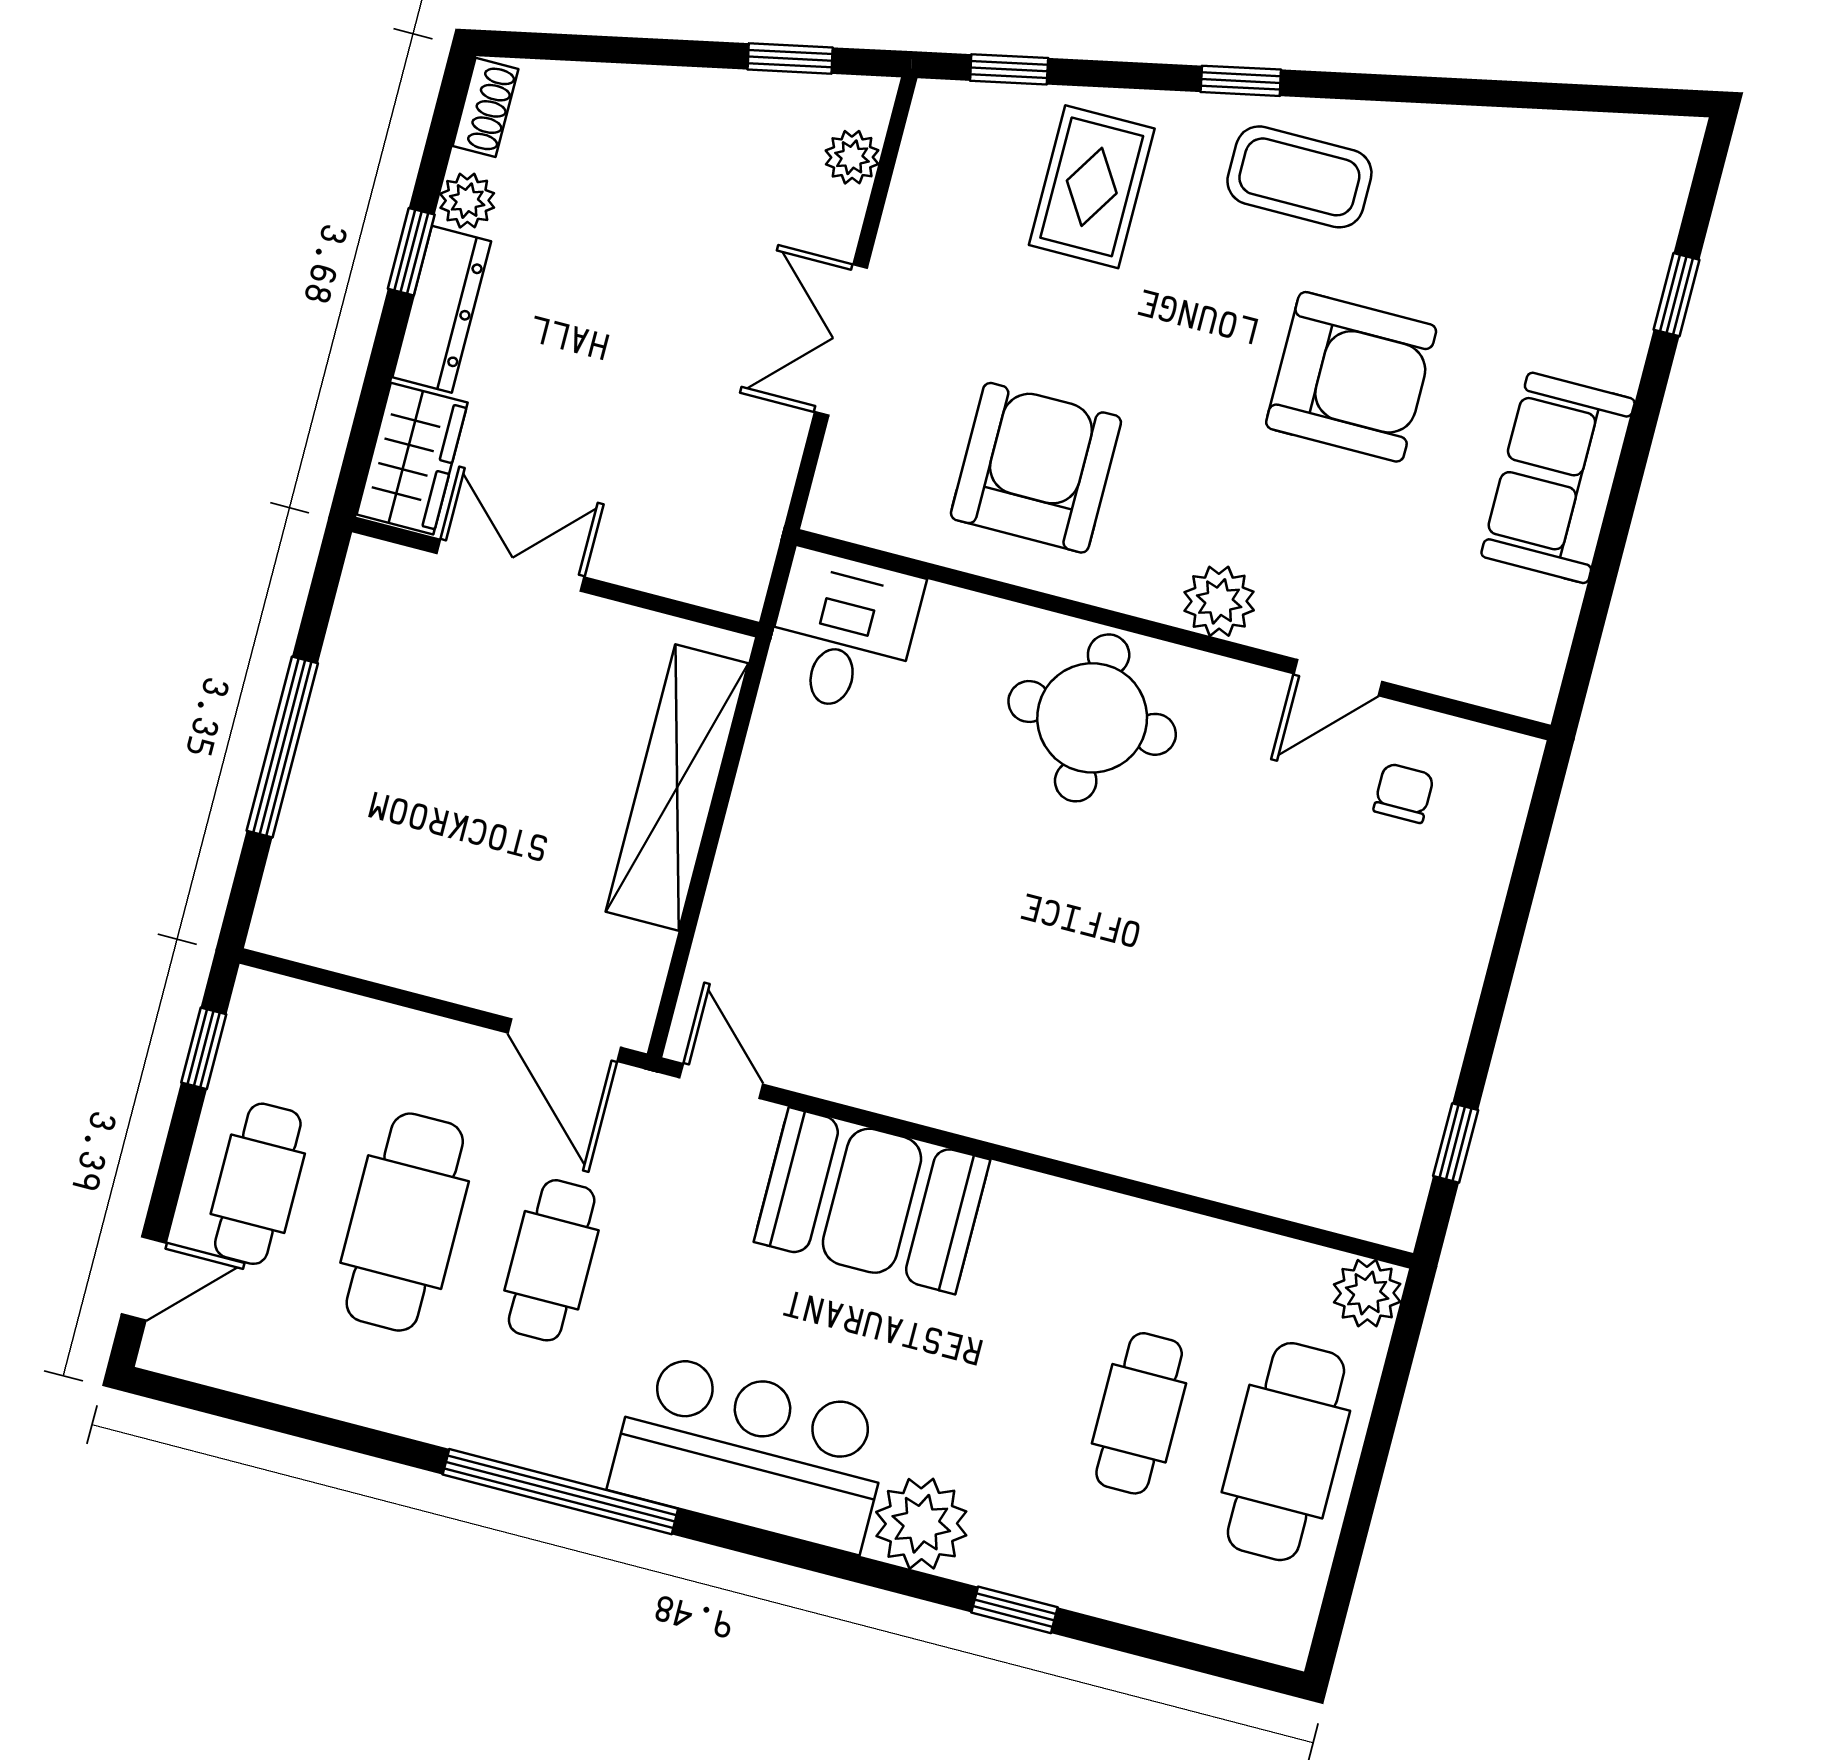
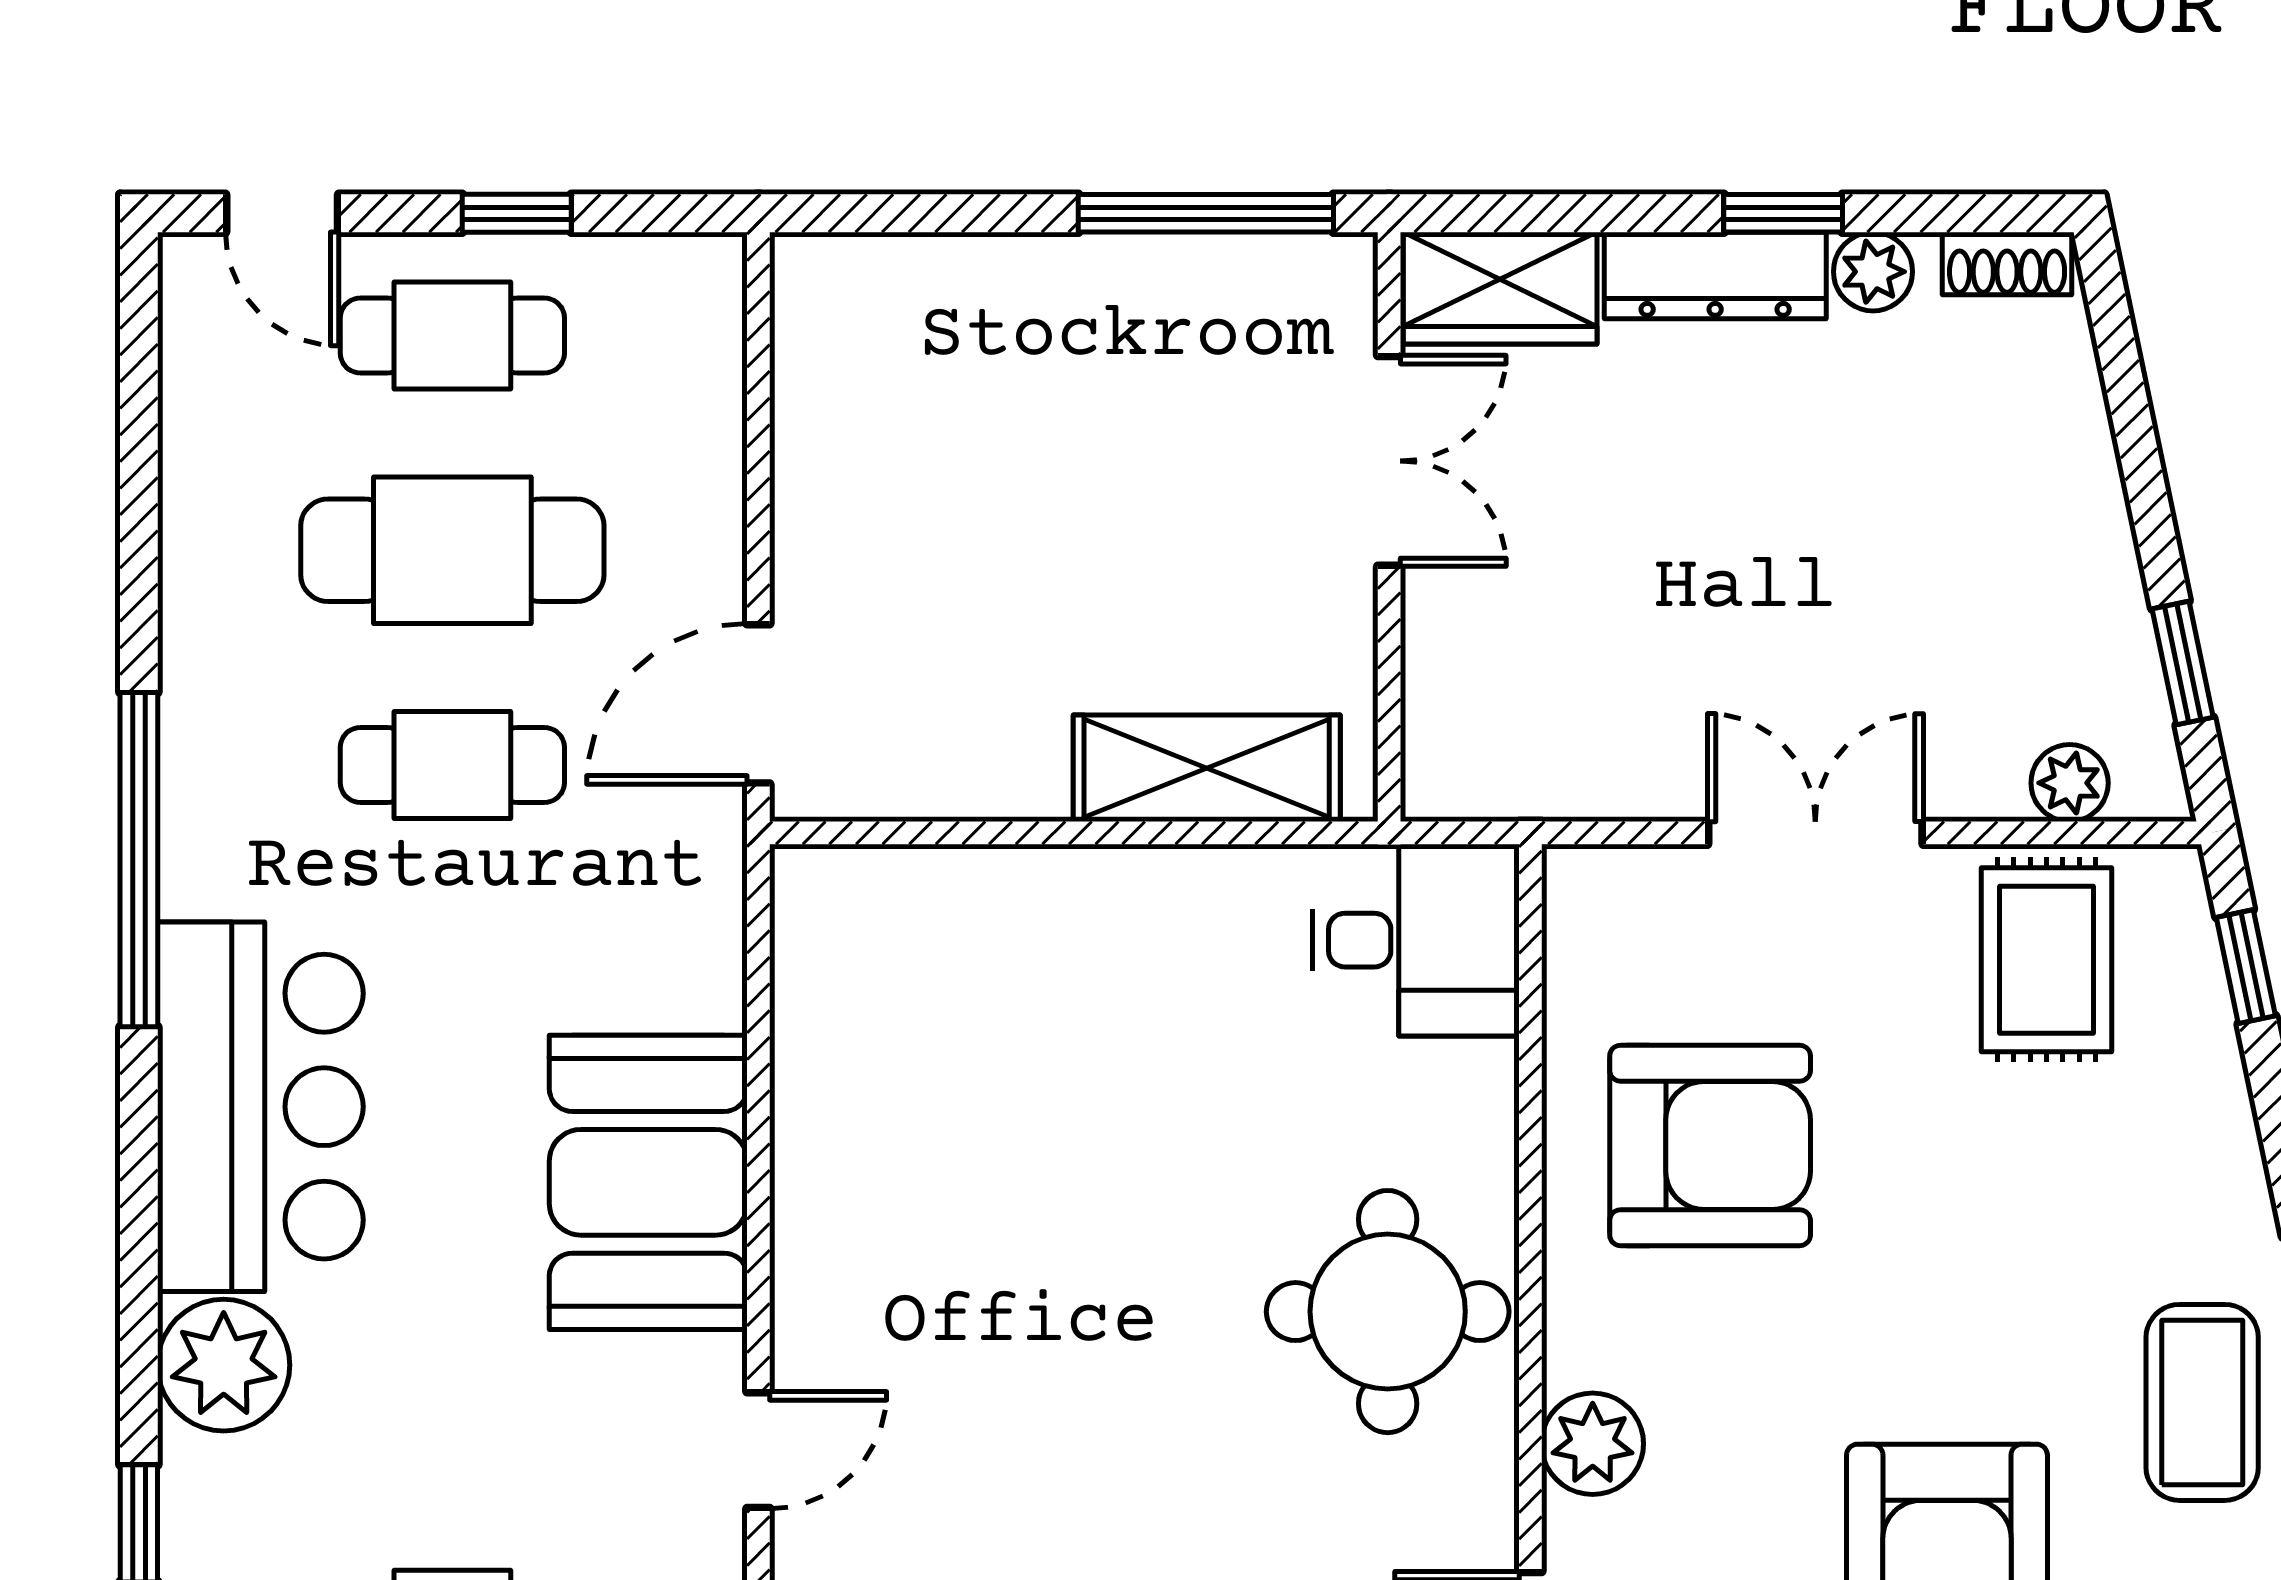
rug: (1092, 187) -> (2047, 960), moved, turned 90
window: (282, 747) -> (1206, 213), moved
shelving: (677, 787) -> (1207, 768), width x0.68
window: (204, 1048) -> (517, 213), moved
door: (721, 1081) -> (758, 1450), moved

